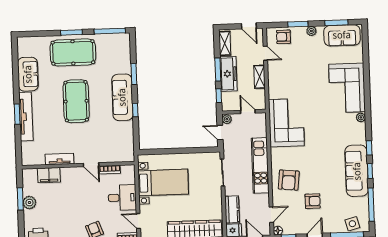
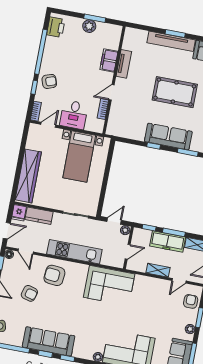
filing cabinet: (49, 175) -> (109, 60), moved
armchair: (313, 201) -> (29, 293), turned -74

